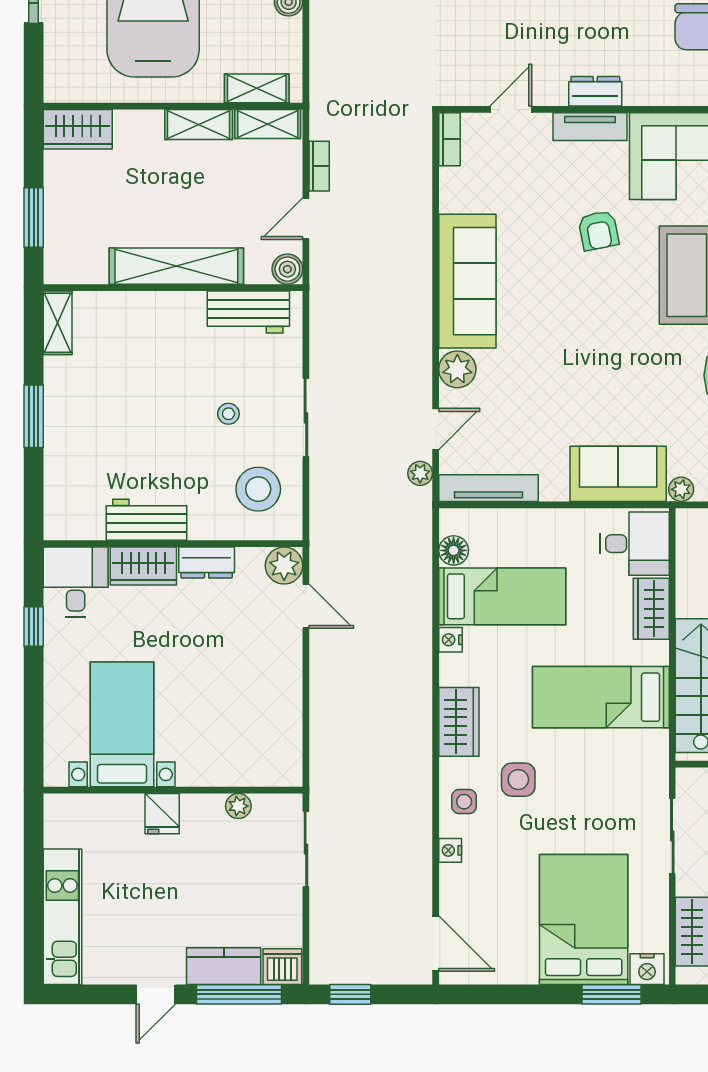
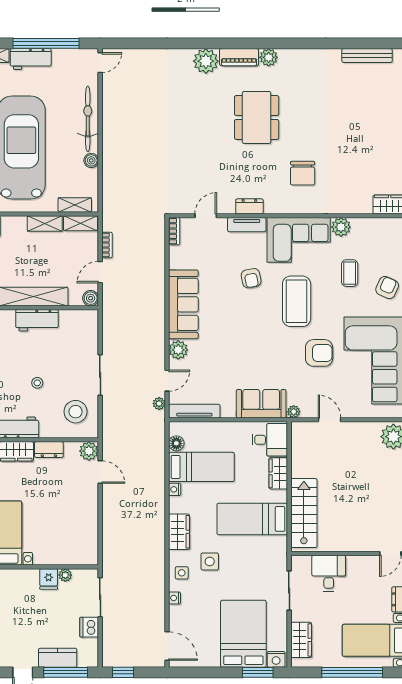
workbench: (248, 312) -> (37, 320), moved
stool: (228, 414) -> (37, 383), moved
fridge: (162, 814) -> (49, 579), moved
dishwasher: (282, 967) -> (89, 627), moved, turned -90

